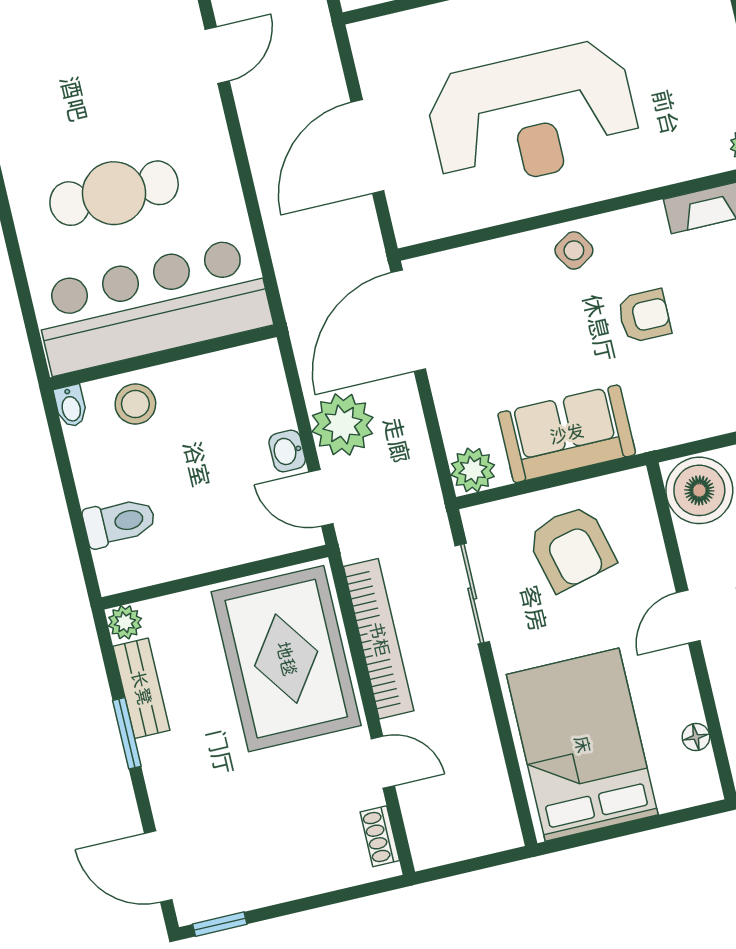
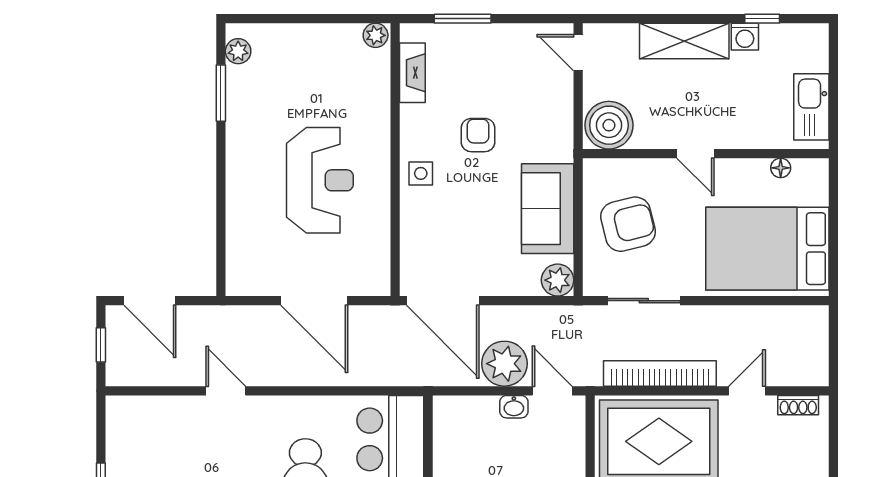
reception desk: (533, 116) -> (320, 180), width x0.74, depth x0.77
side table: (574, 250) -> (421, 173), turned 32
door: (321, 498) -> (552, 391), swing flipped

